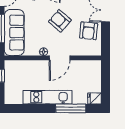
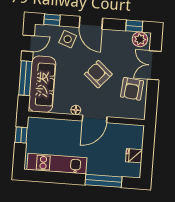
kitchen unit: (48, 97) -> (57, 164), moved
fridge: (94, 98) -> (134, 156), moved

